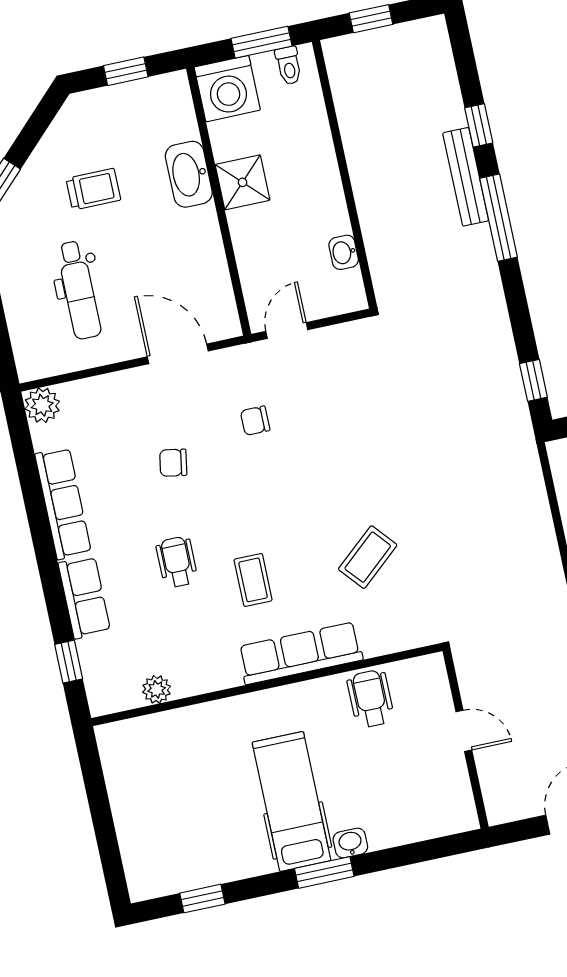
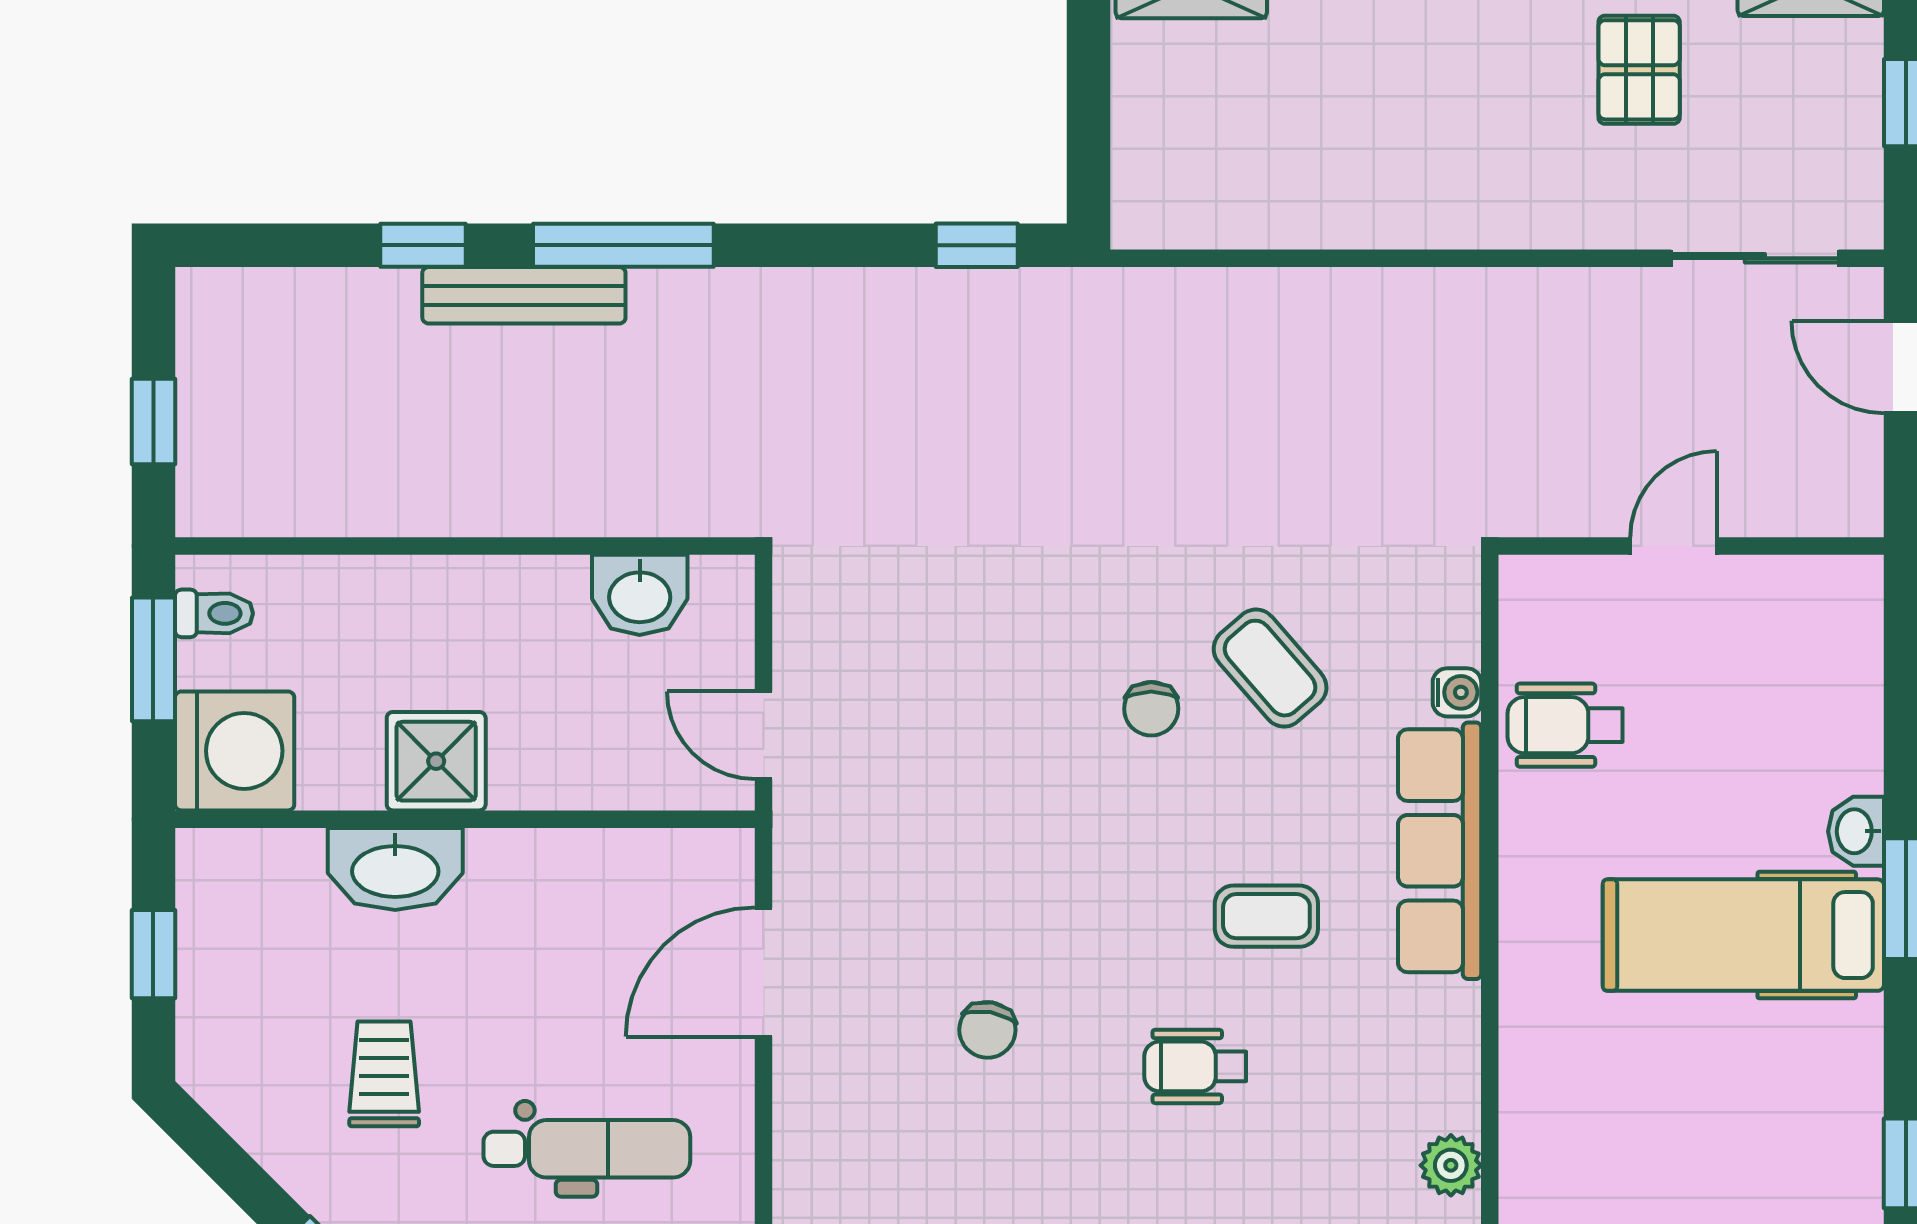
washbasin: (344, 252) -> (640, 595), width x1.38, depth x1.45
chair: (255, 421) -> (1151, 709), moved
water cooler: (375, 646) -> (1457, 692), added

